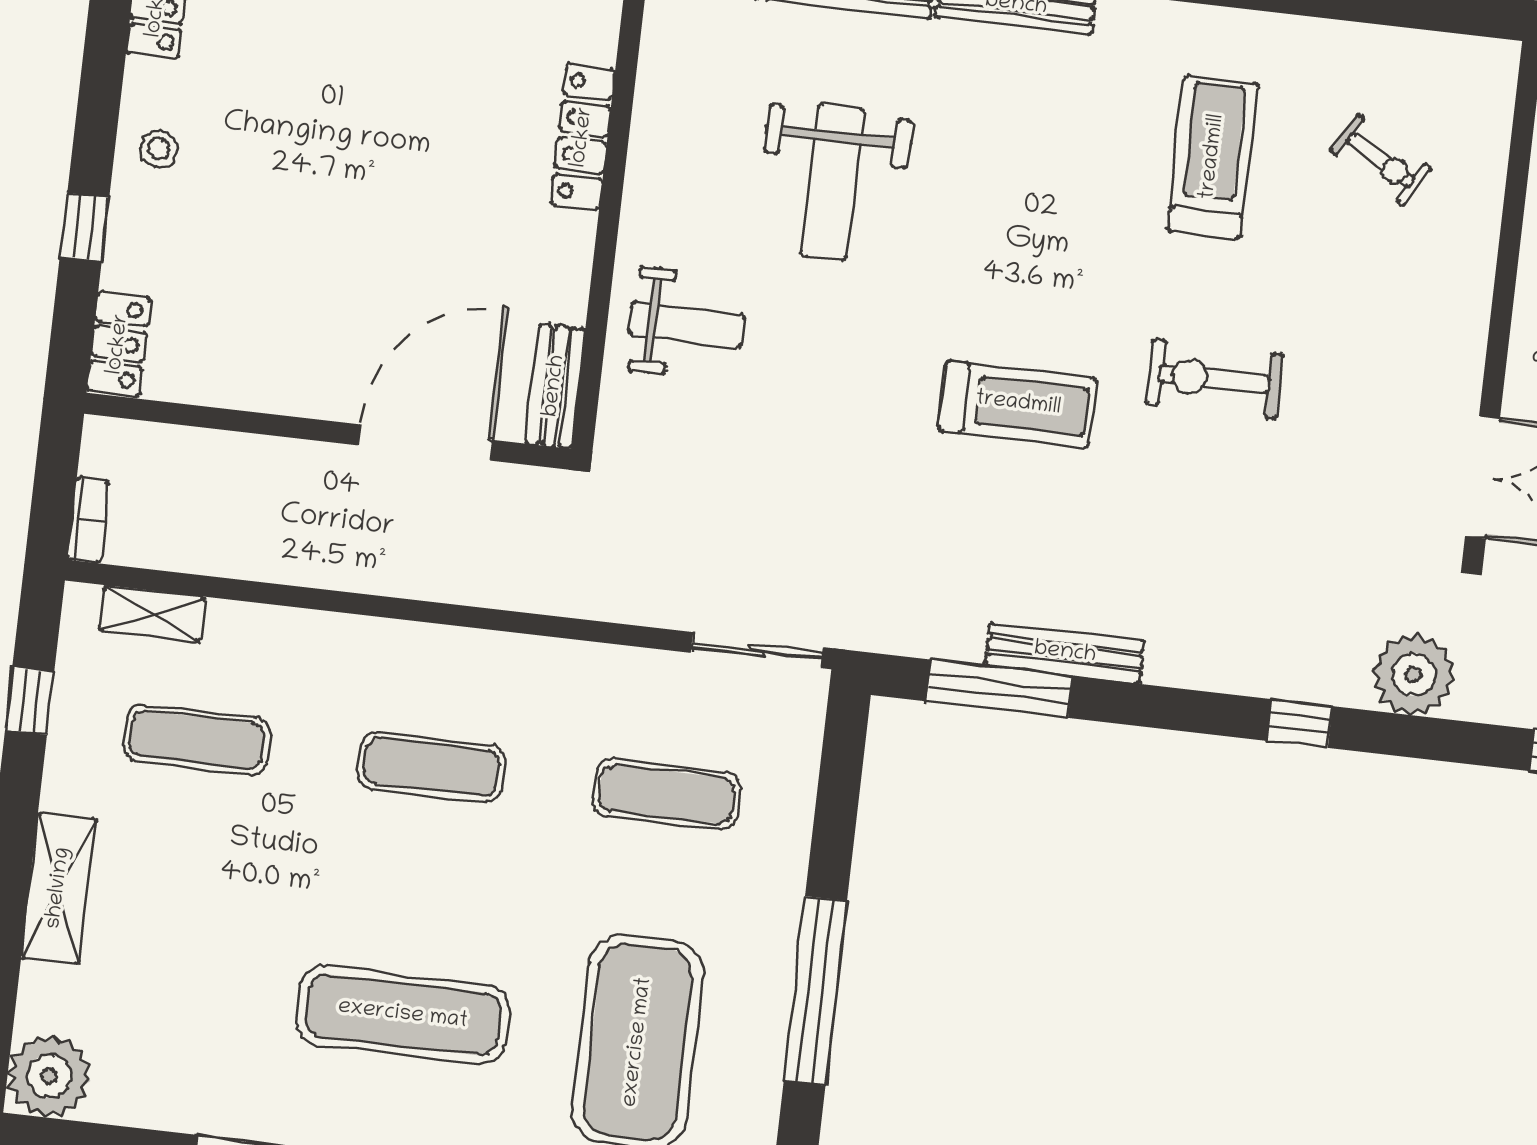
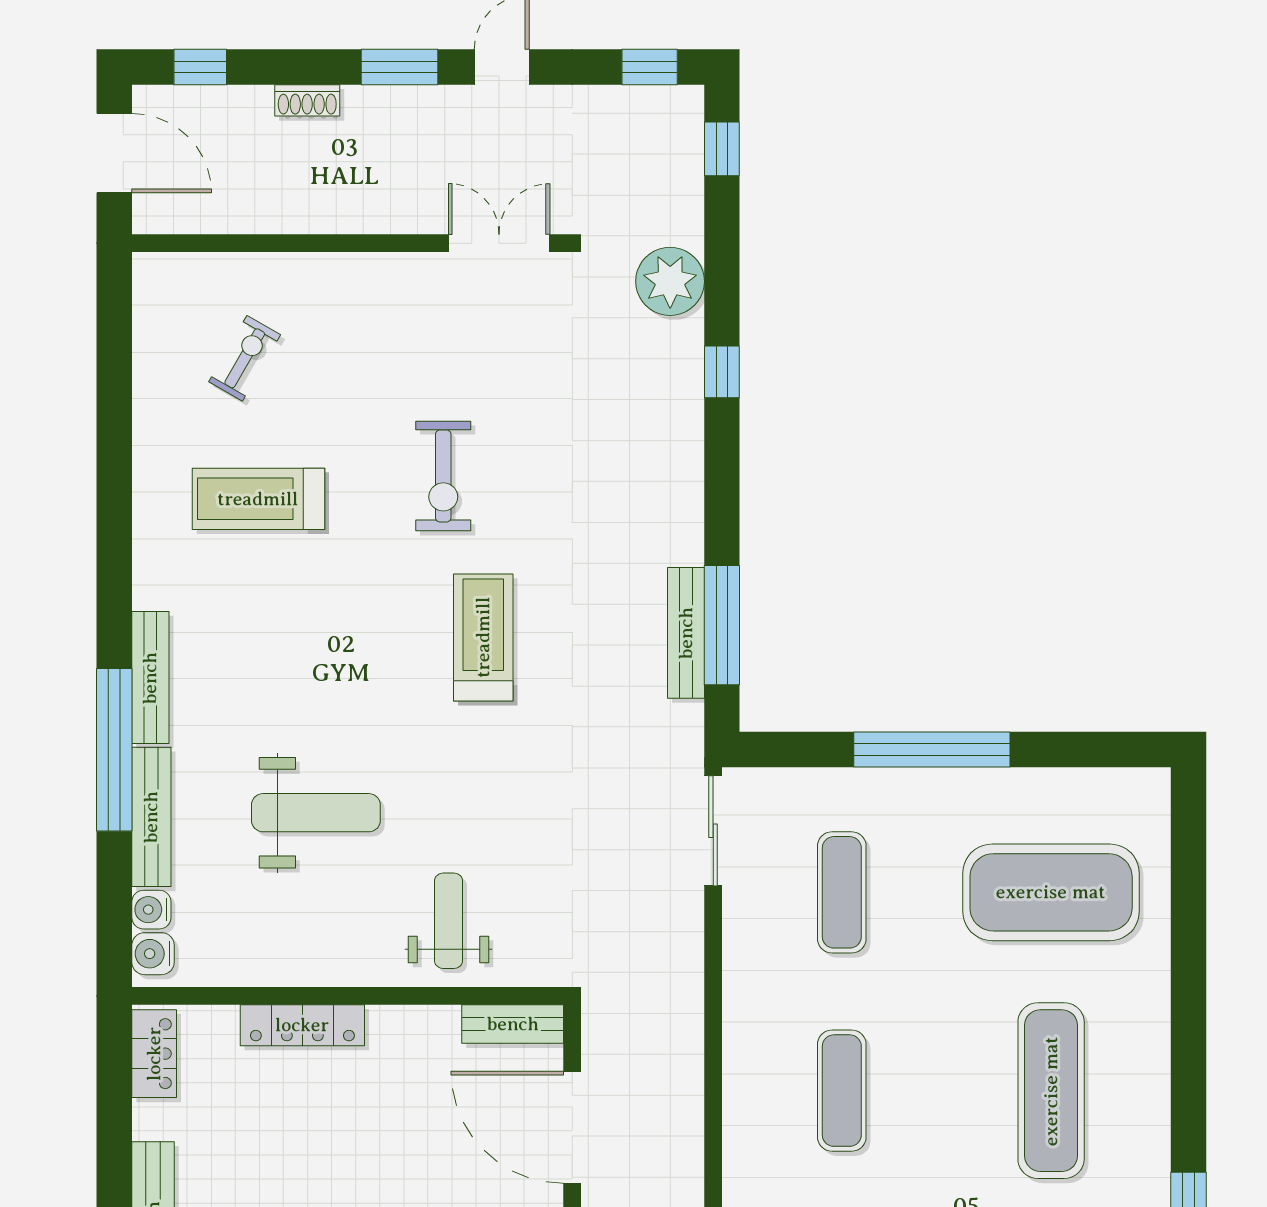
bench: (1065, 653) -> (686, 633), moved
window: (815, 991) -> (932, 749), moved

